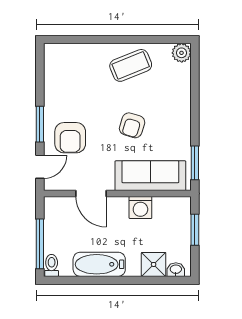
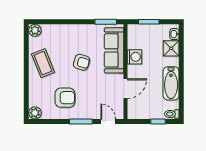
plant: (53, 53) -> (35, 113), added
armchair: (70, 138) -> (65, 98), moved
window: (40, 244) -> (158, 122), width x0.46

